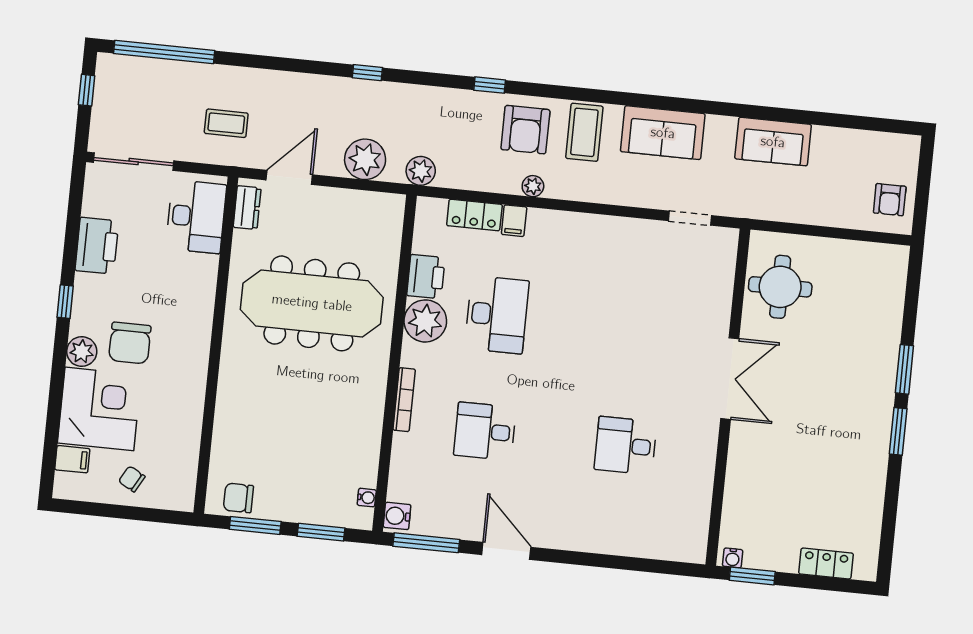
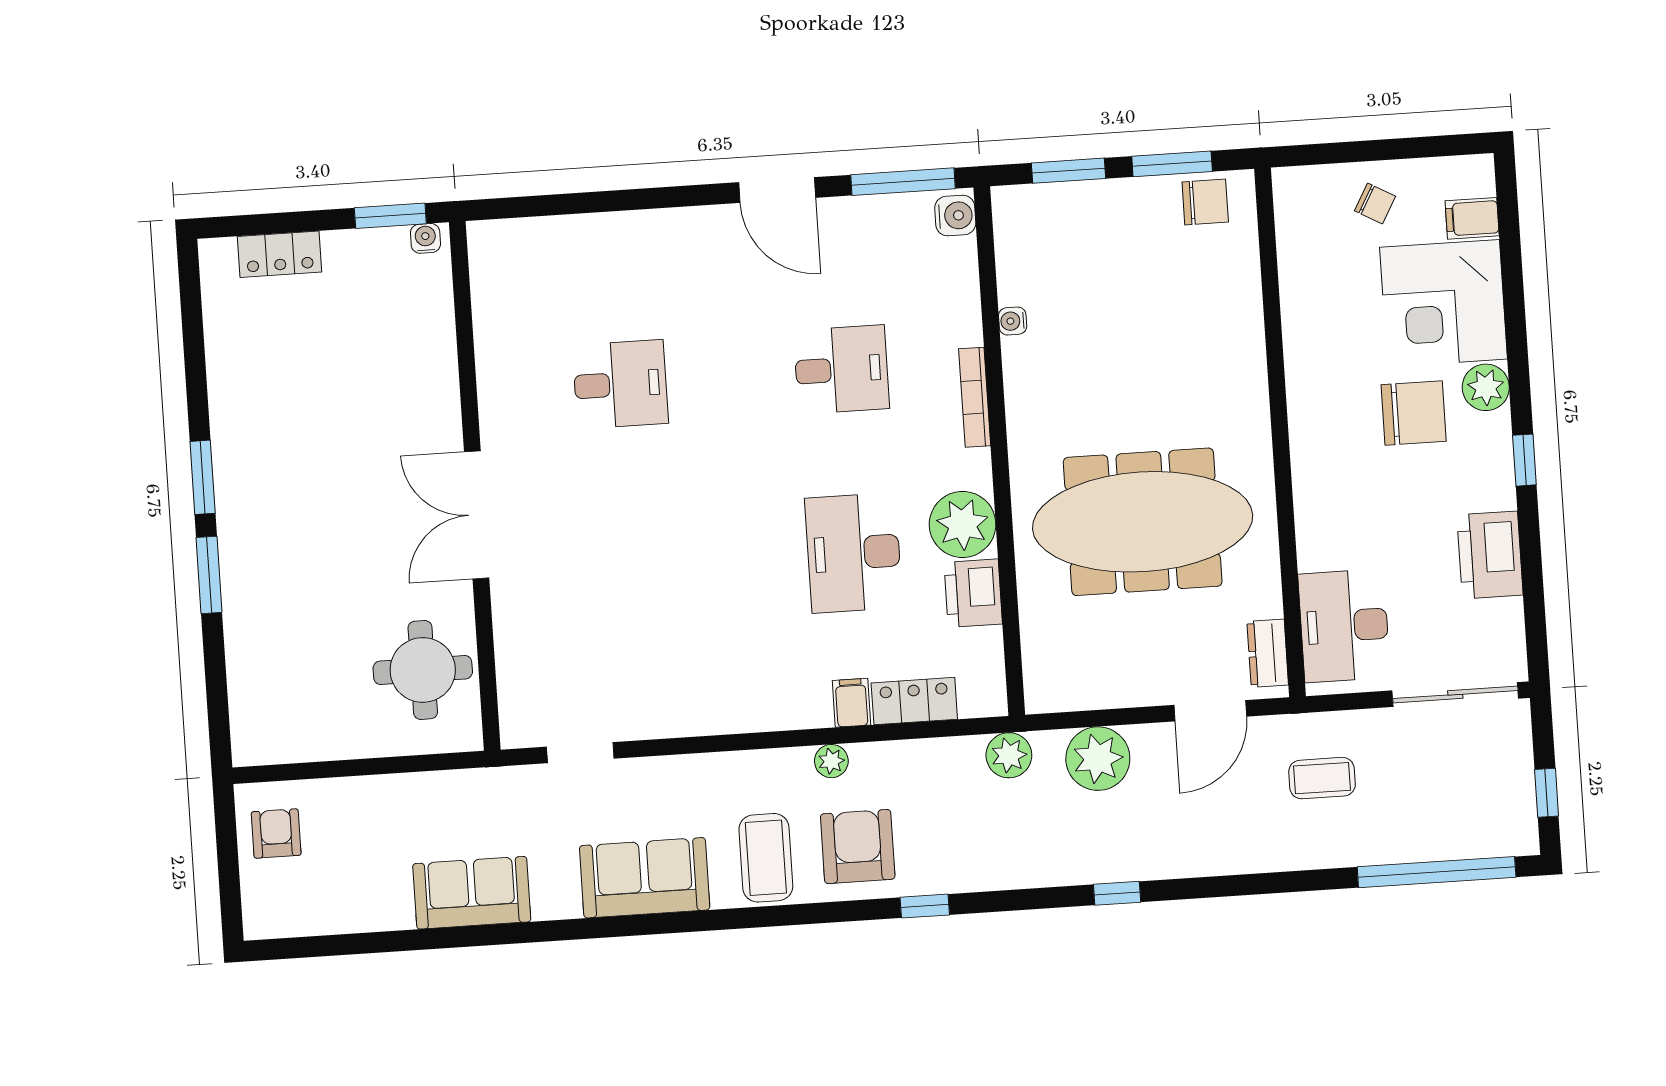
chair: (130, 343) -> (1414, 413), turned 90
water cooler: (367, 498) -> (1013, 321), moved

